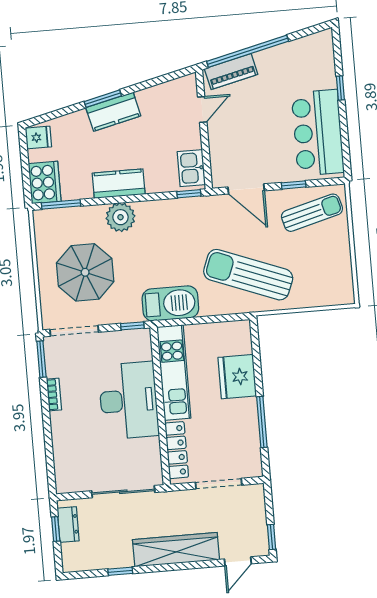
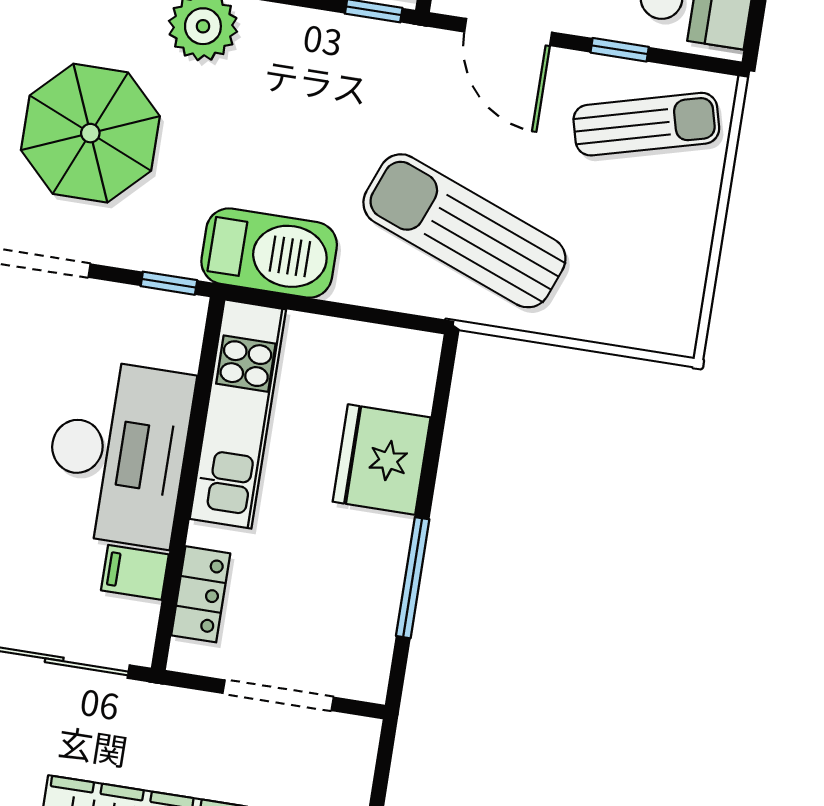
filing cabinet: (148, 448) -> (135, 572), added
locker: (177, 450) -> (201, 594), width x0.66

